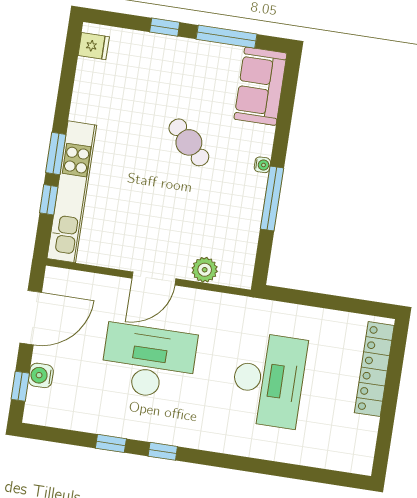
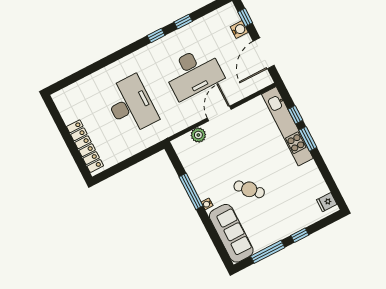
sofa: (260, 86) -> (231, 233), width x1.36
desk: (268, 380) -> (131, 105), turned 180

